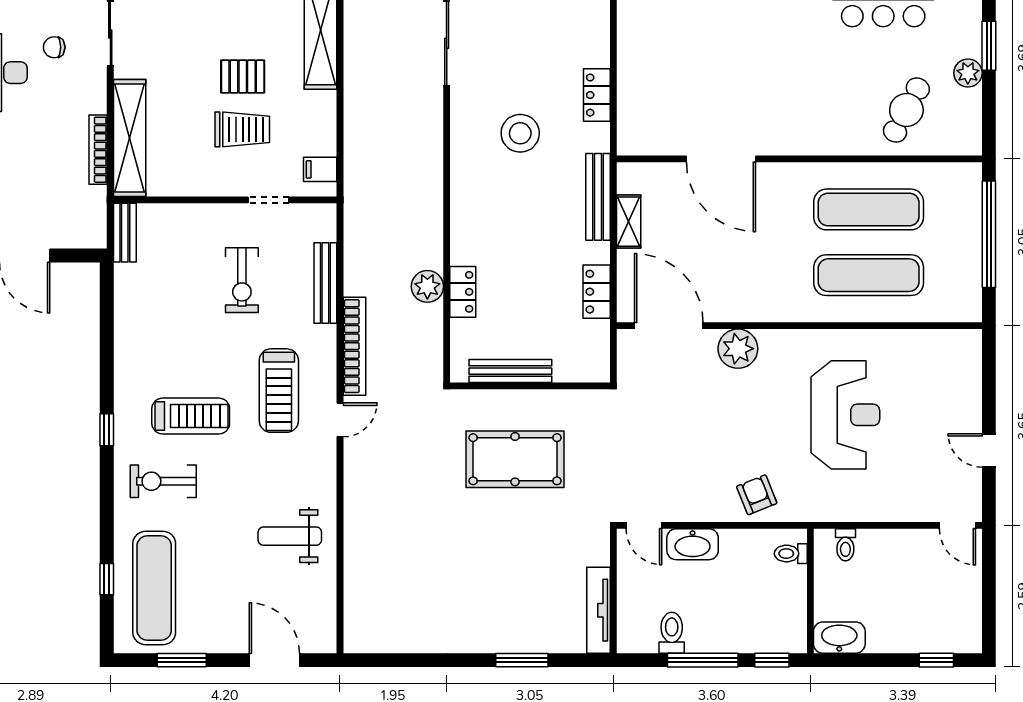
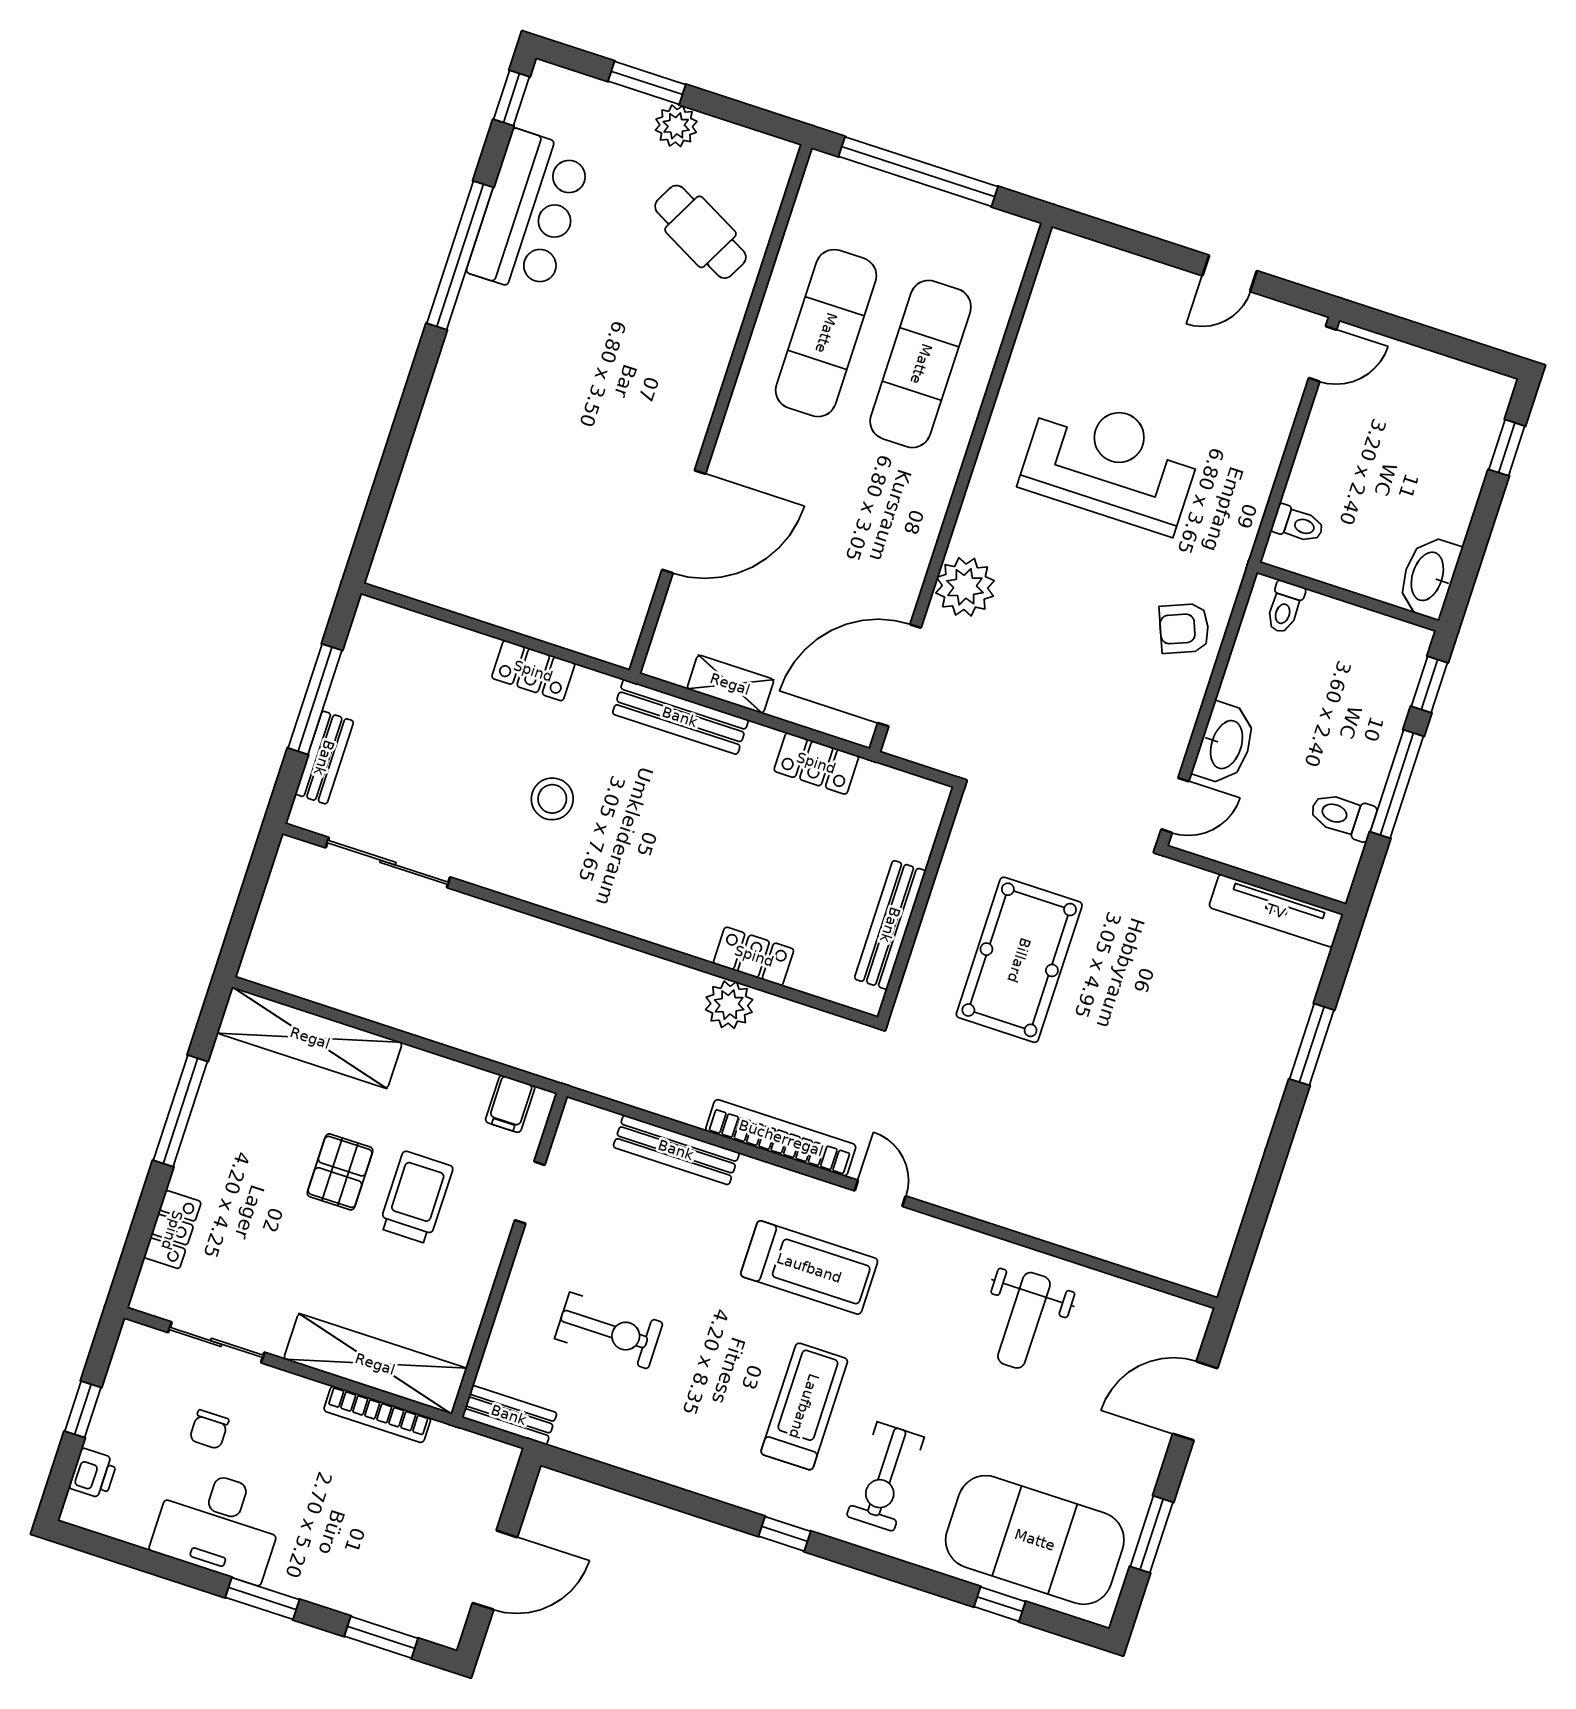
stool: (520, 133) -> (552, 799), width x0.73, depth x0.73
exercise bike: (242, 280) -> (609, 1331), moved
exercise mat: (154, 588) -> (1035, 1540), width x1.47

